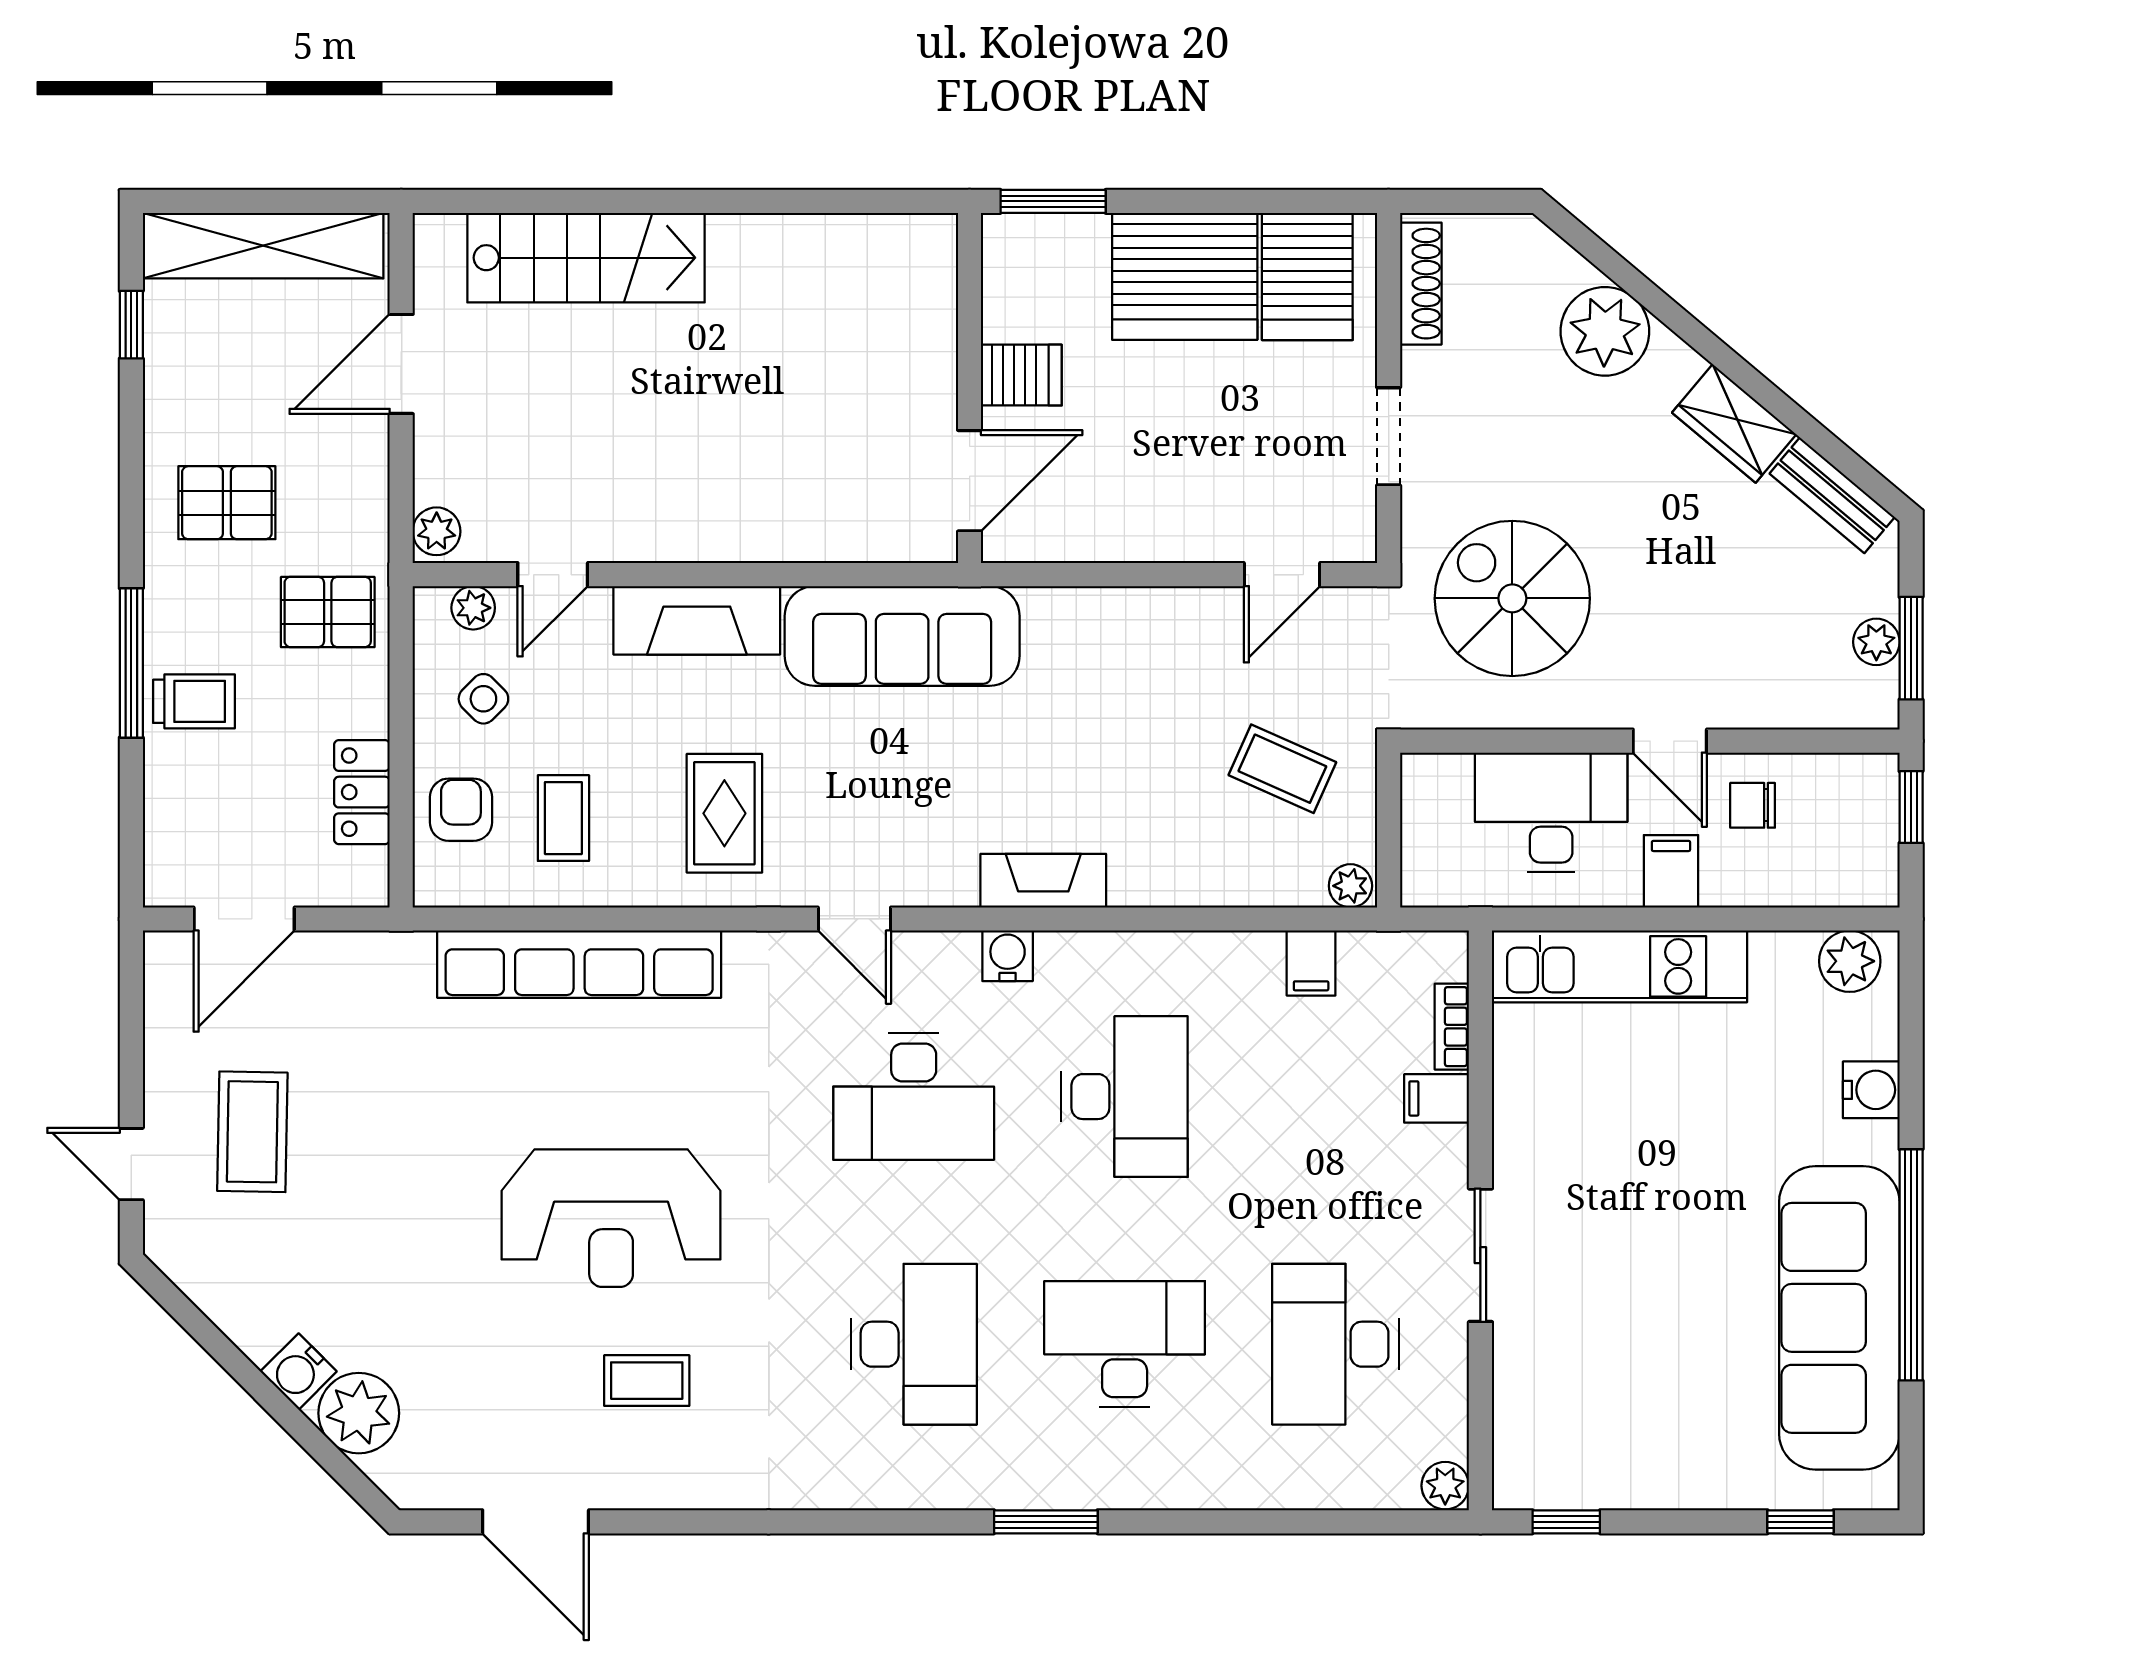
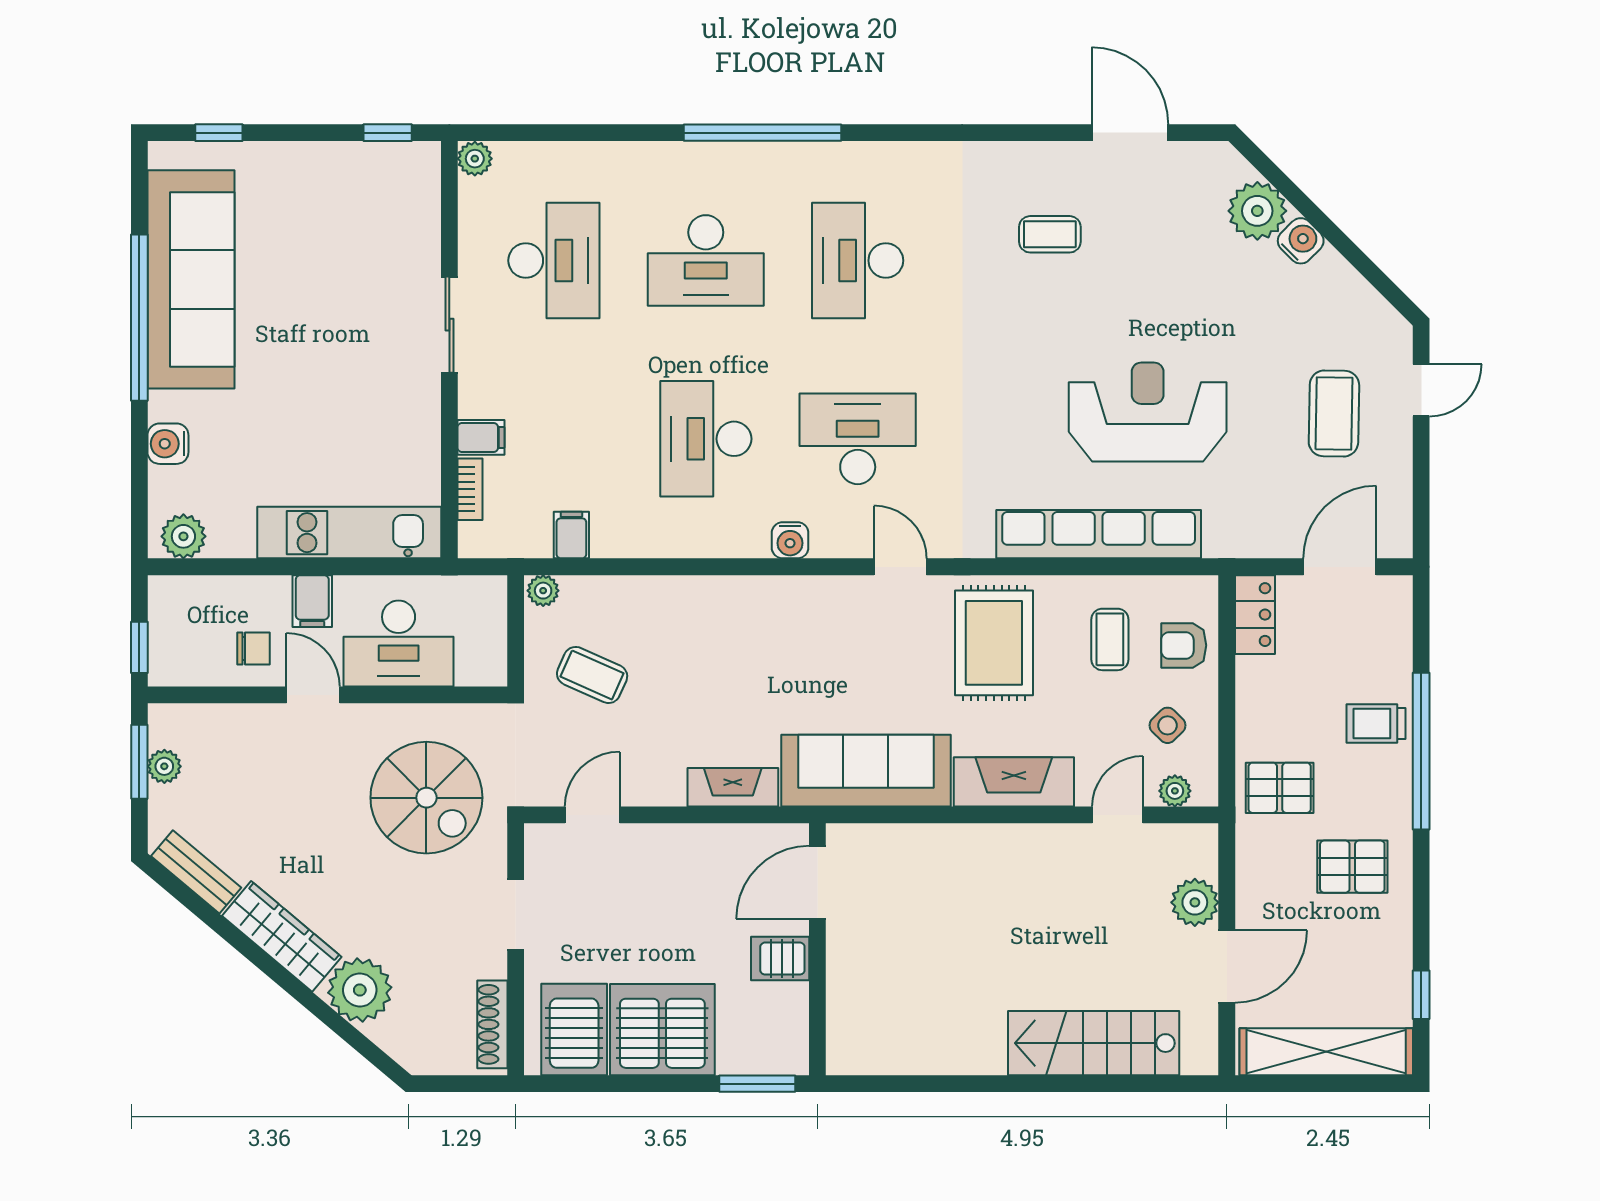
wardrobe: (1734, 423) -> (282, 936), width x1.50
plant: (437, 531) -> (1195, 902), moved, width x1.38, depth x1.38
window: (131, 663) -> (1421, 751), width x1.46
locker: (362, 792) -> (1255, 615), moved
armchair: (461, 810) -> (1184, 645), turned 90
rug: (724, 813) -> (994, 643), width x1.36, depth x1.43
fireplace: (1043, 881) -> (733, 787), moved, turned 180
door: (131, 1164) -> (1421, 390), hinge flipped
reception desk: (611, 1218) -> (1148, 412), moved
window: (1046, 1522) -> (762, 133), width x2.11

